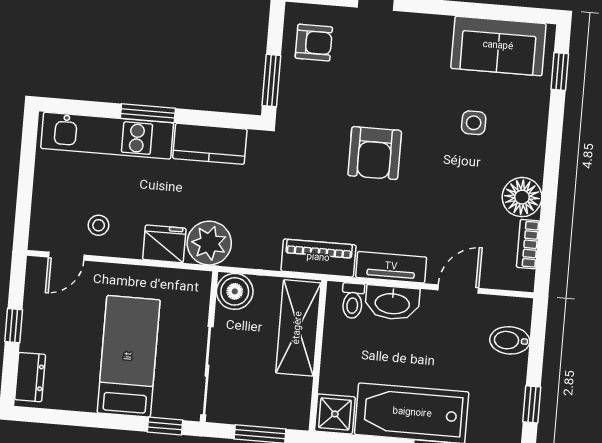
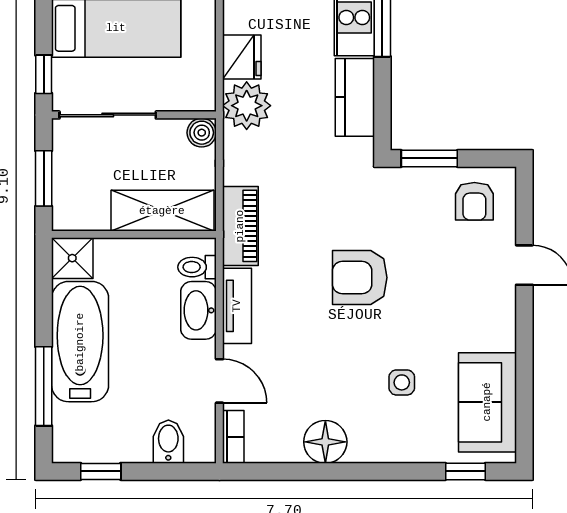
bookcase: (528, 244) -> (233, 437), moved, turned 90
boiler: (235, 291) -> (202, 133), width x0.73, depth x0.73

